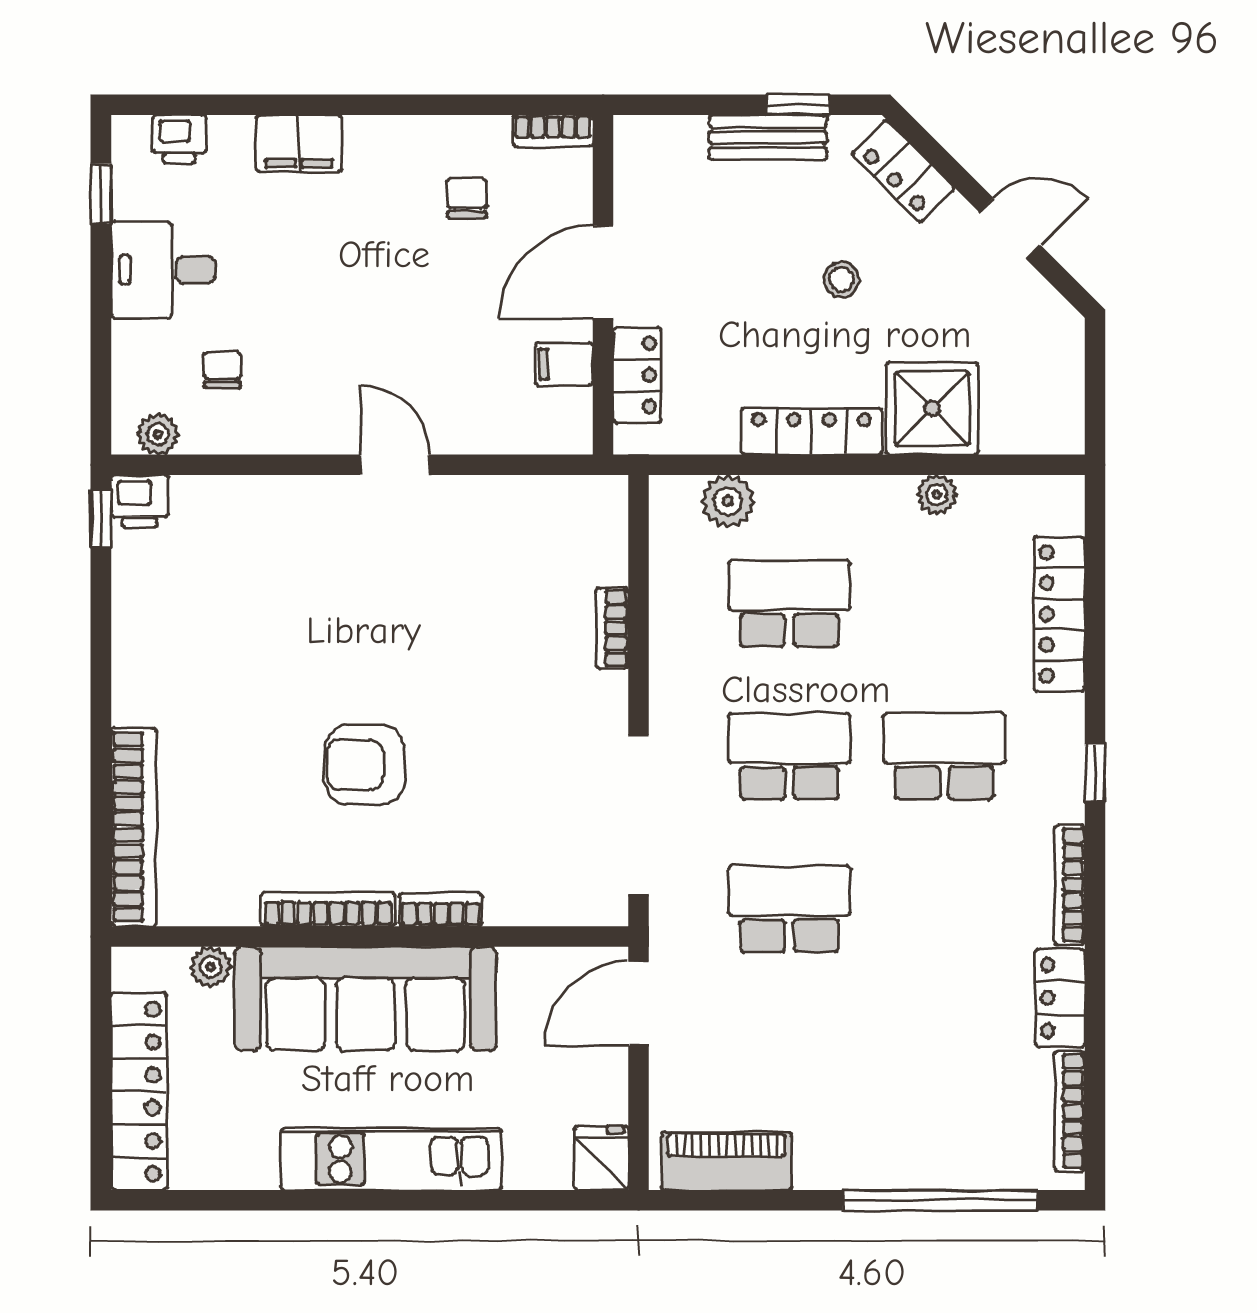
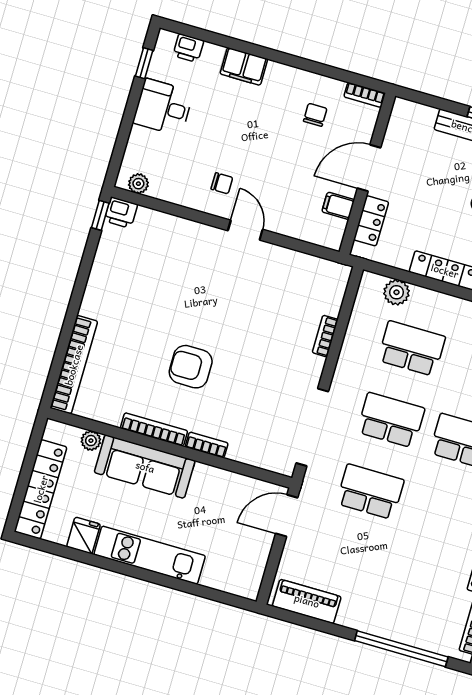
chair: (222, 370) -> (222, 183), moved, turned 90
sofa: (366, 999) -> (145, 467), width x0.74, depth x0.79
fridge: (601, 1158) -> (83, 535), moved

